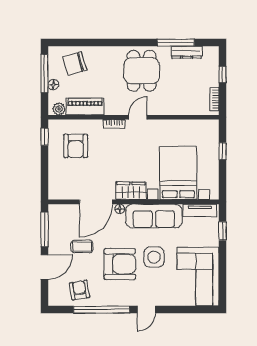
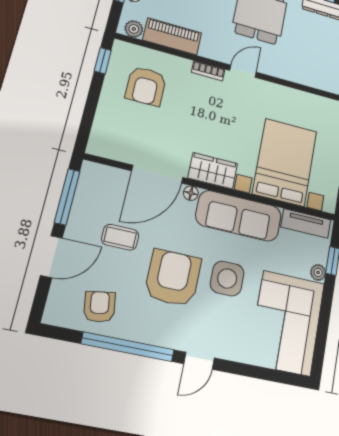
plant: (214, 241) -> (318, 272), added
armchair: (120, 264) -> (173, 278), turned -90

